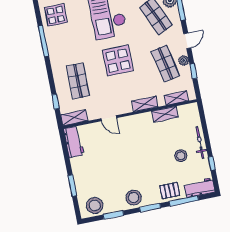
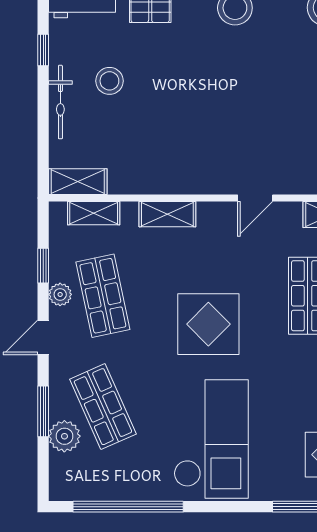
shelving: (165, 114) -> (78, 182), moved
door: (109, 118) -> (255, 198), swing flipped

